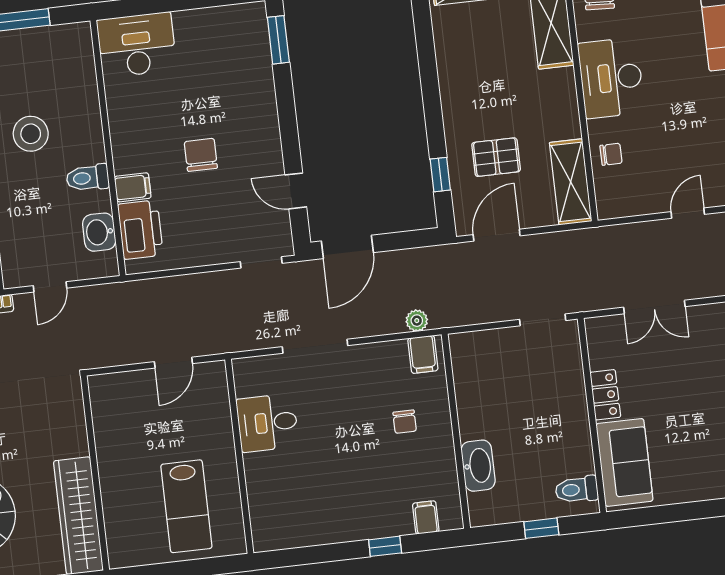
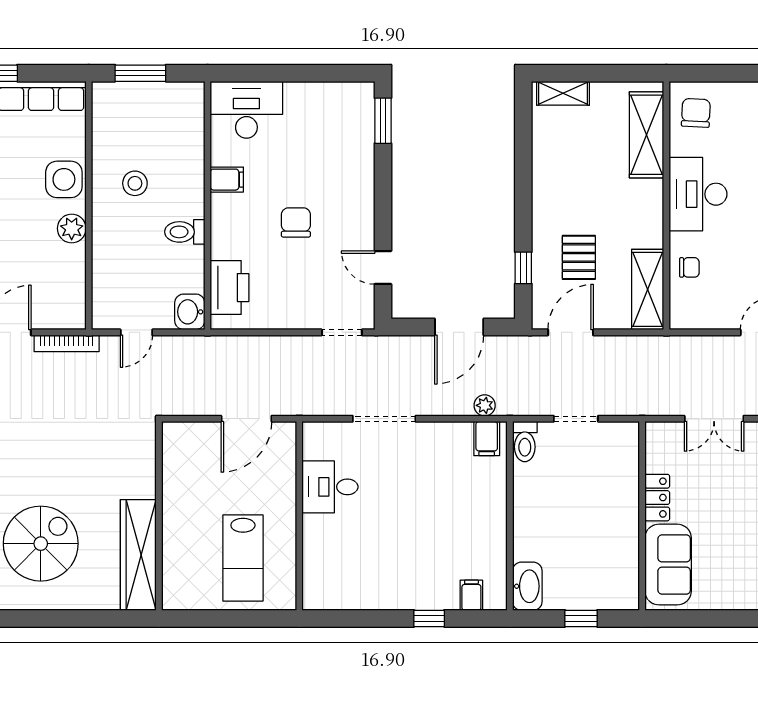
stool: (31, 134) -> (135, 183), width x0.73, depth x0.73
pallet: (496, 157) -> (579, 257), turned 90
filing cabinet: (133, 187) -> (227, 180), moved
washbasin: (99, 232) -> (190, 312), moved
door: (347, 247) -> (459, 327), moved
doorway: (543, 320) -> (576, 419), moved
door: (173, 363) -> (246, 419), width x1.38
chair: (405, 422) -> (462, 501), removed
washbasin: (478, 466) -> (527, 586), moved
toilet: (577, 490) -> (525, 442), moved, turned -90

